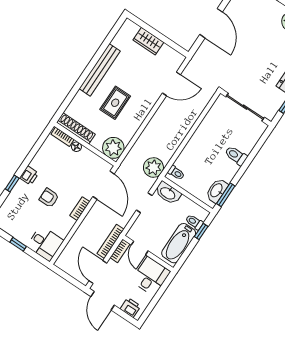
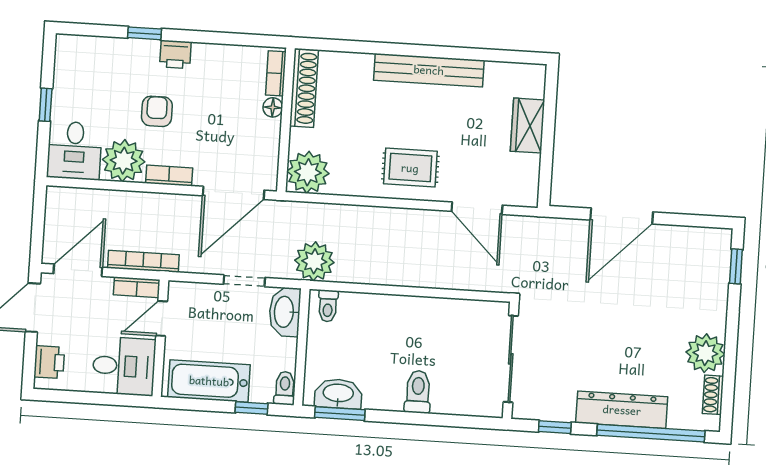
rug: (115, 103) -> (410, 168), moved
toilet: (194, 222) -> (285, 388), moved
plant: (62, 225) -> (124, 161), added

